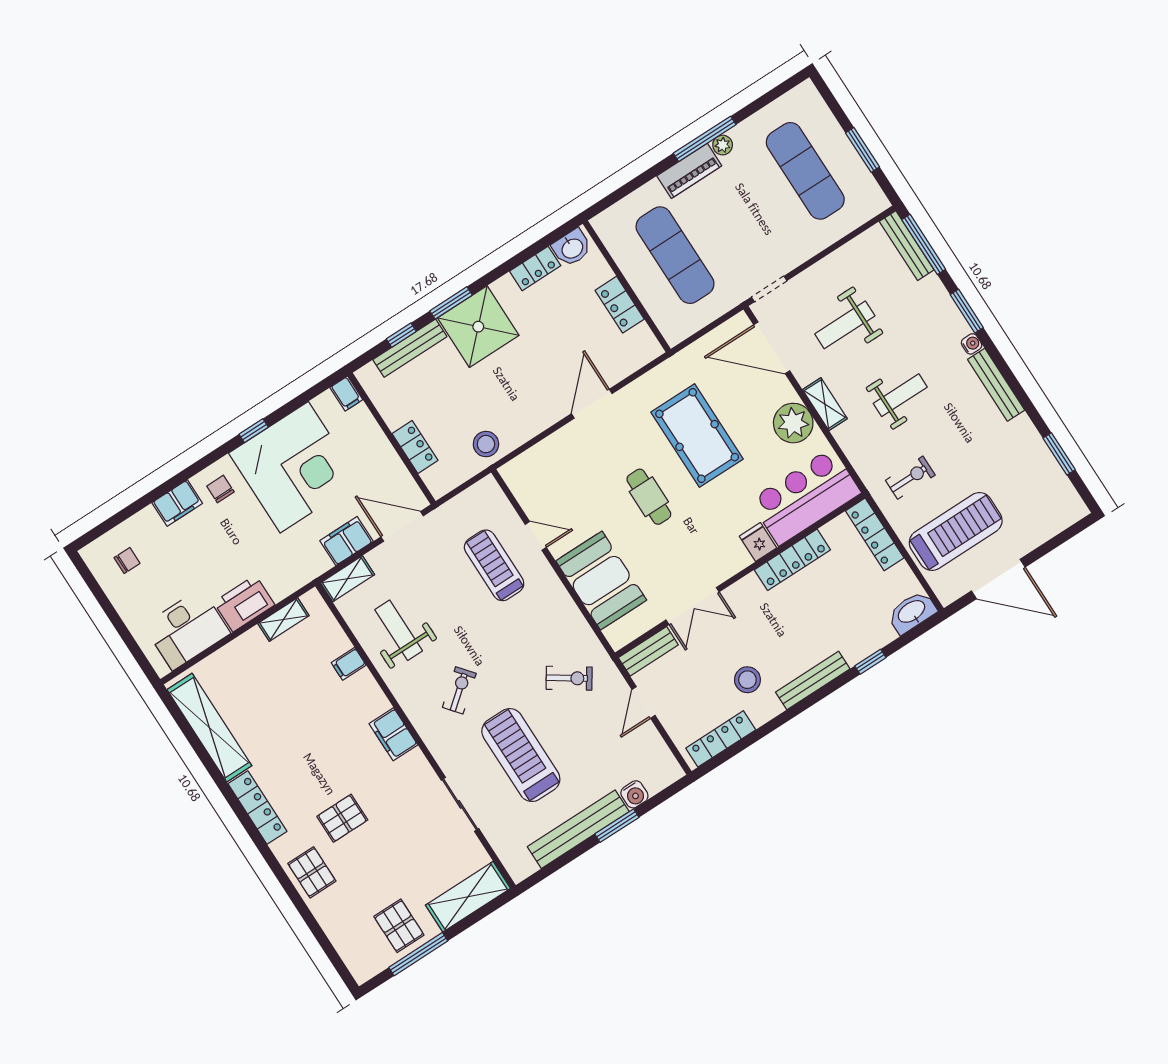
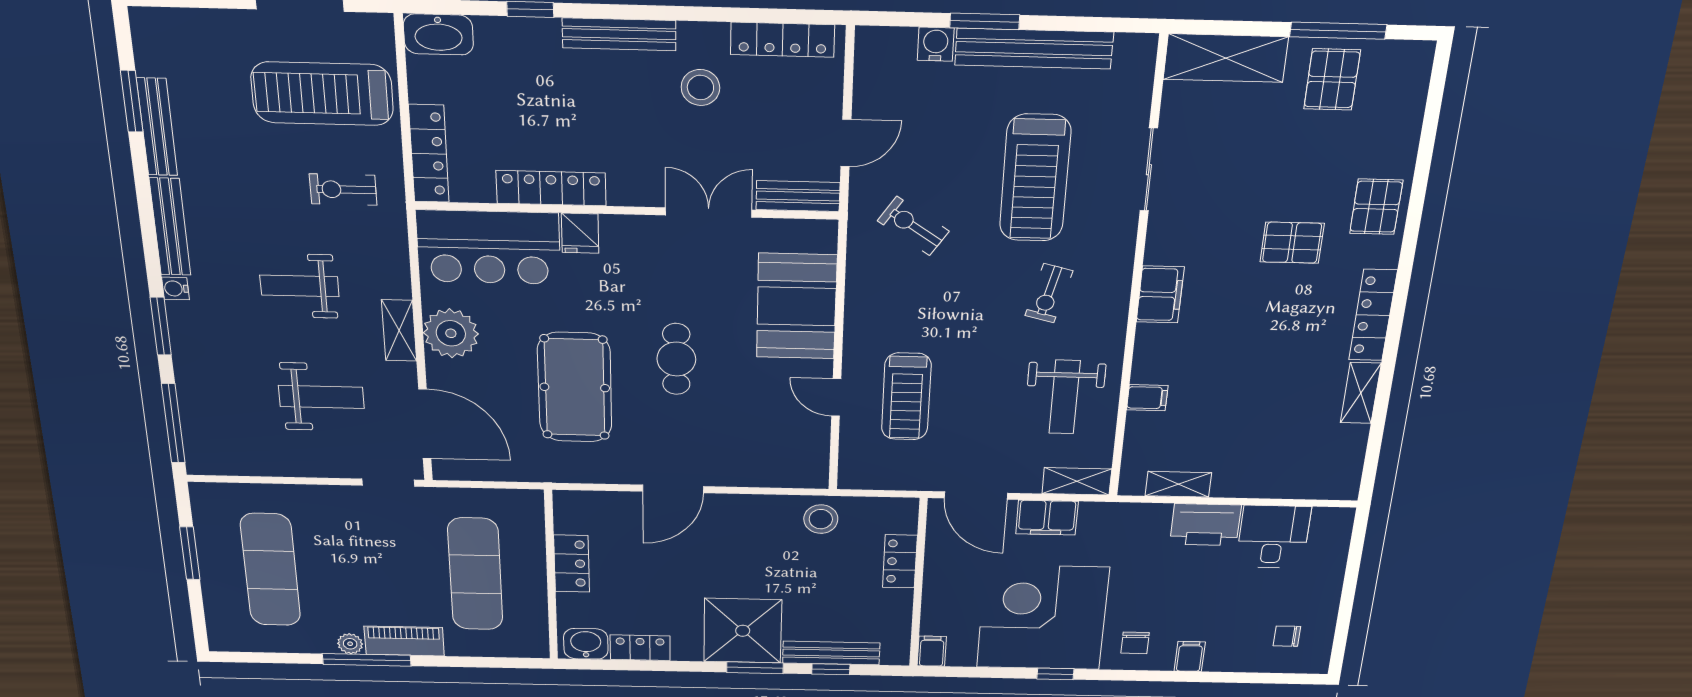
bench: (907, 246) -> (157, 127), moved
filing cabinet: (177, 503) -> (1190, 656), width x0.50
desk: (187, 629) -> (1273, 537), width x0.73
exercise bike: (459, 690) -> (1049, 293), turned -37
shelving: (209, 728) -> (1361, 393), width x0.45, depth x0.75

